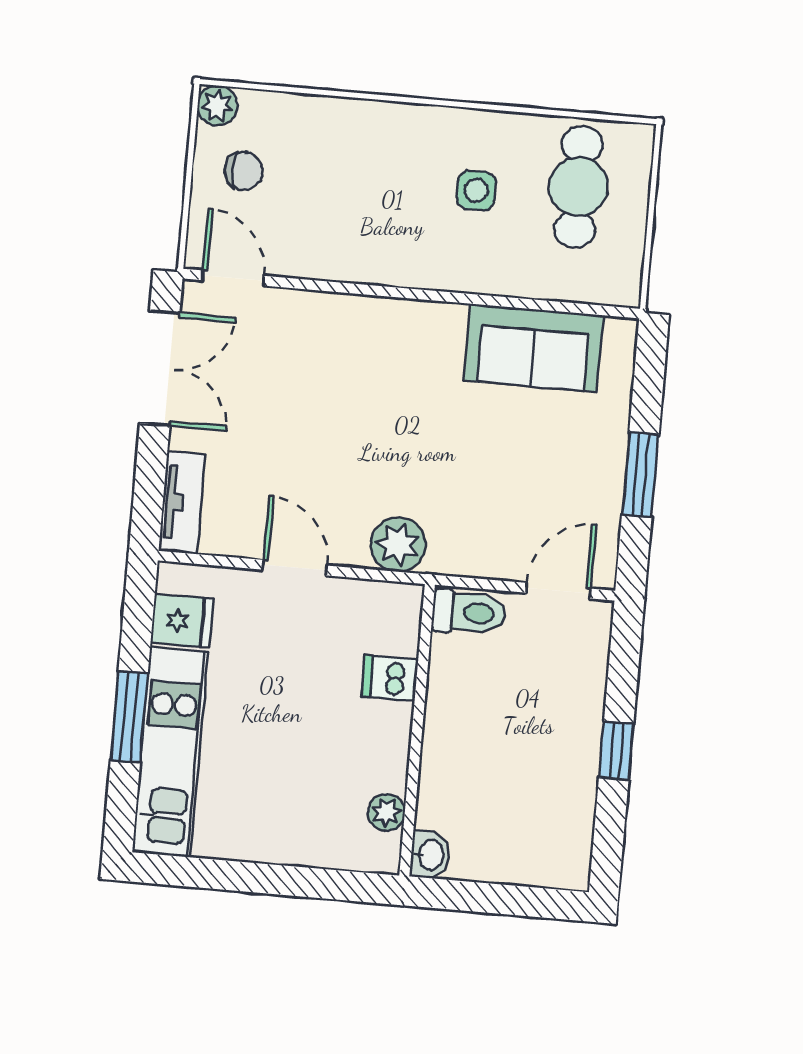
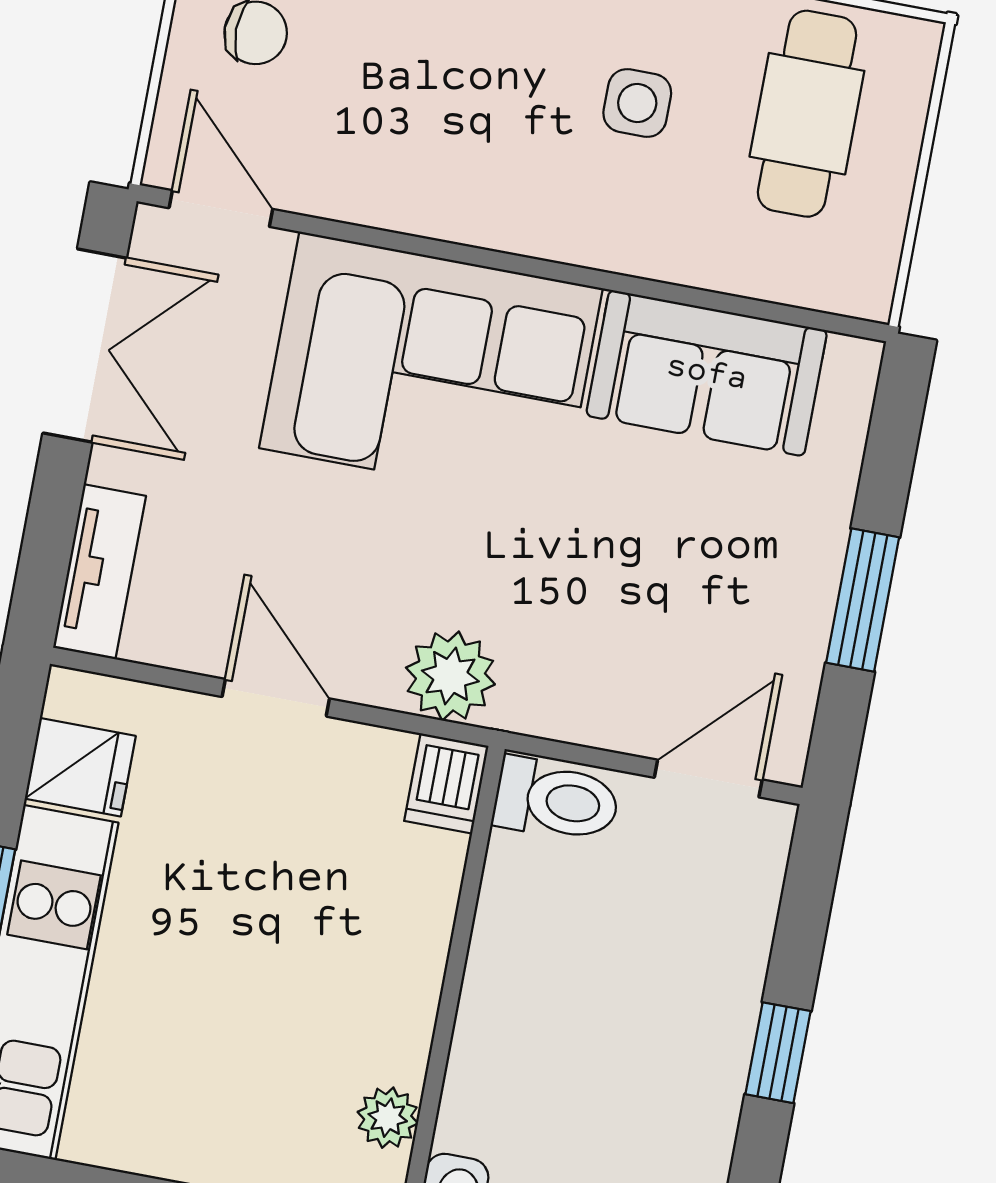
corner sofa: (368, 361) -> (431, 368), added
dishwasher: (390, 678) -> (446, 783), moved, turned -90

